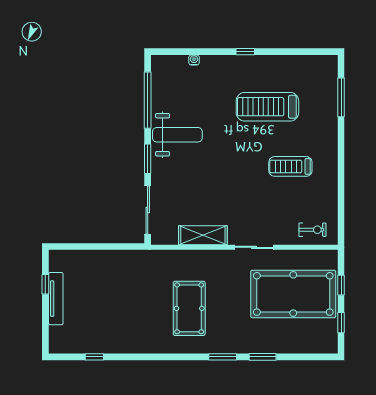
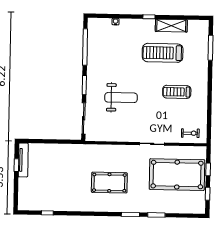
weight bench: (177, 135) -> (121, 98), moved
shelving: (203, 235) -> (171, 26), moved
tv unit: (56, 299) -> (23, 160), moved
pool table: (189, 308) -> (109, 183), turned 90

